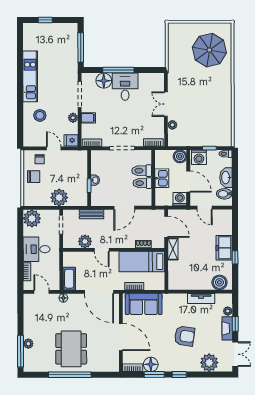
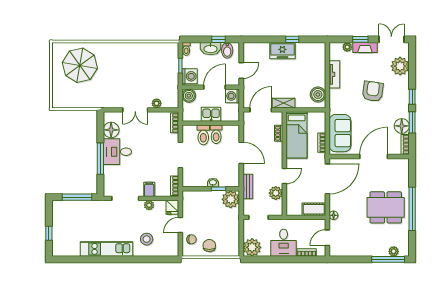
floor lamp: (104, 81) -> (111, 130), moved
window: (235, 185) -> (219, 39), added
plant: (59, 198) -> (231, 199), moved
boiler: (219, 282) -> (318, 95), moved
plant: (28, 344) -> (394, 251), moved

